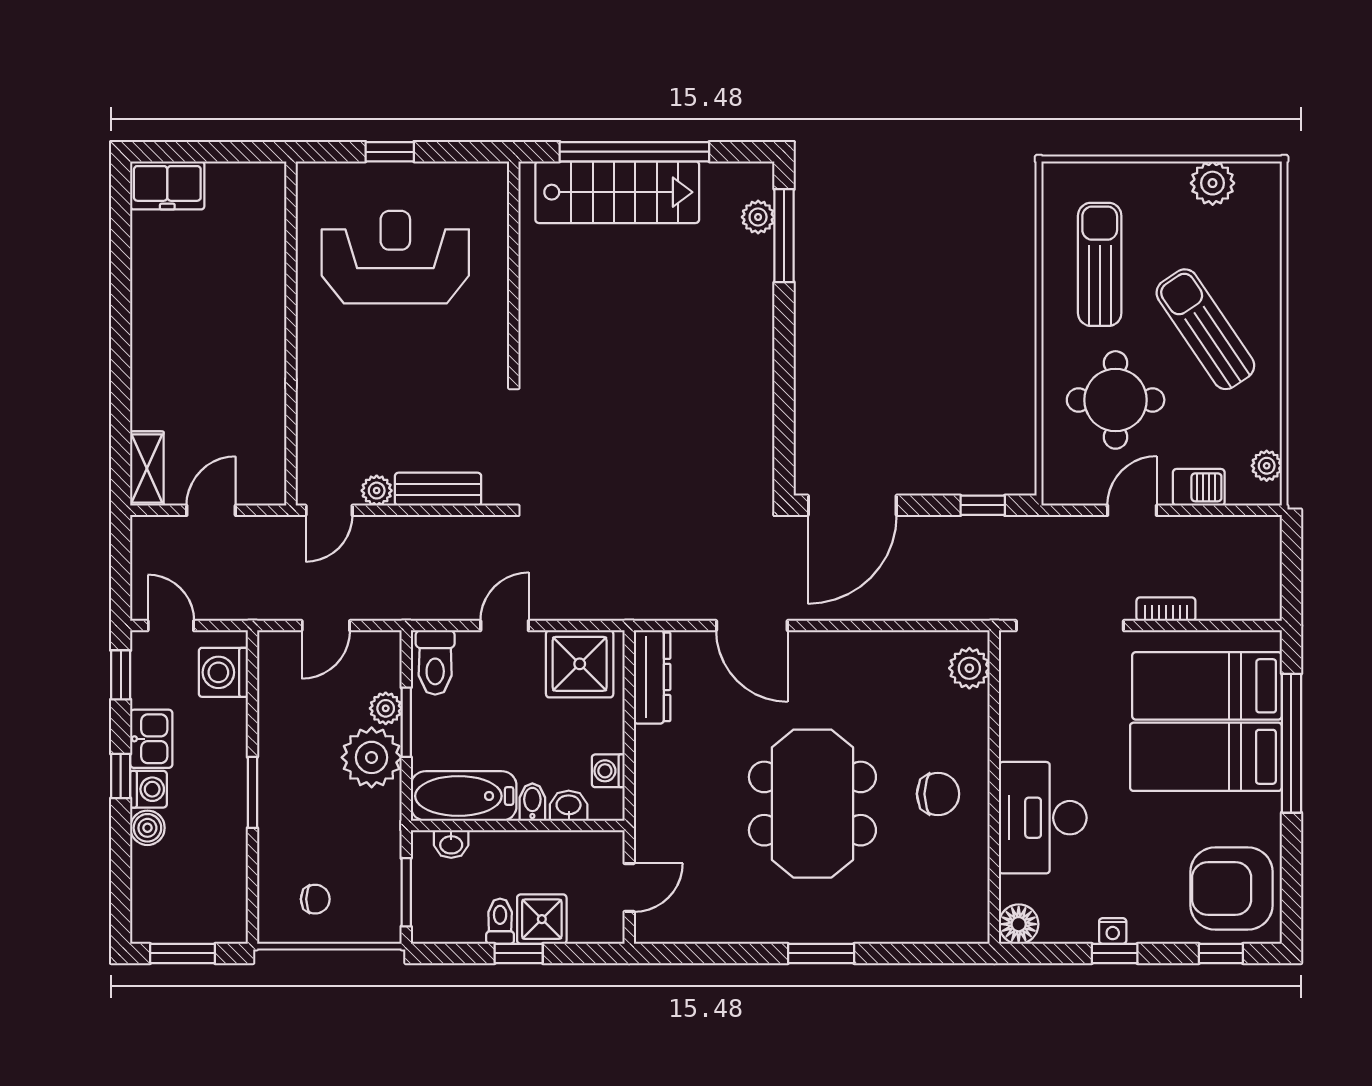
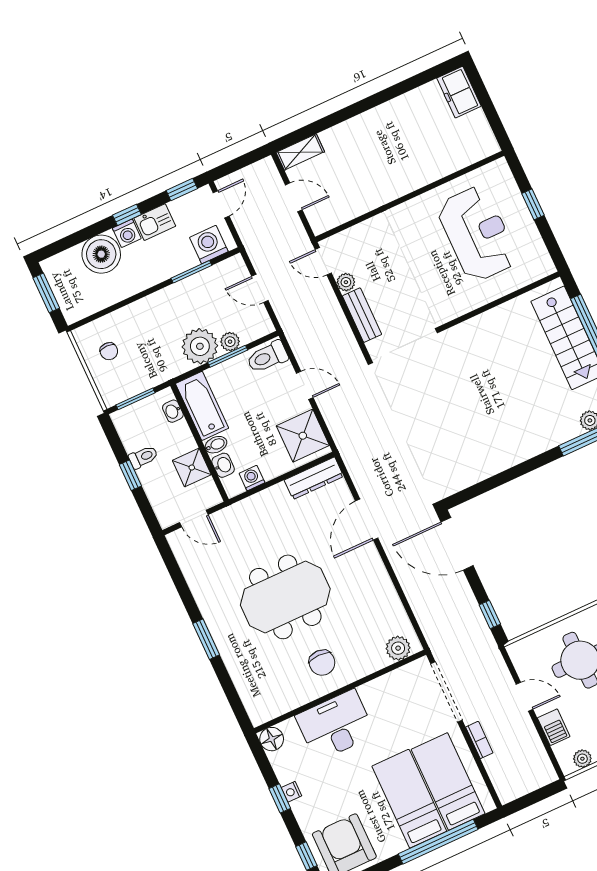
window: (252, 792) -> (191, 272), moved
boiler: (147, 828) -> (101, 254), width x1.86, depth x1.86
shower: (542, 919) -> (192, 467), moved

